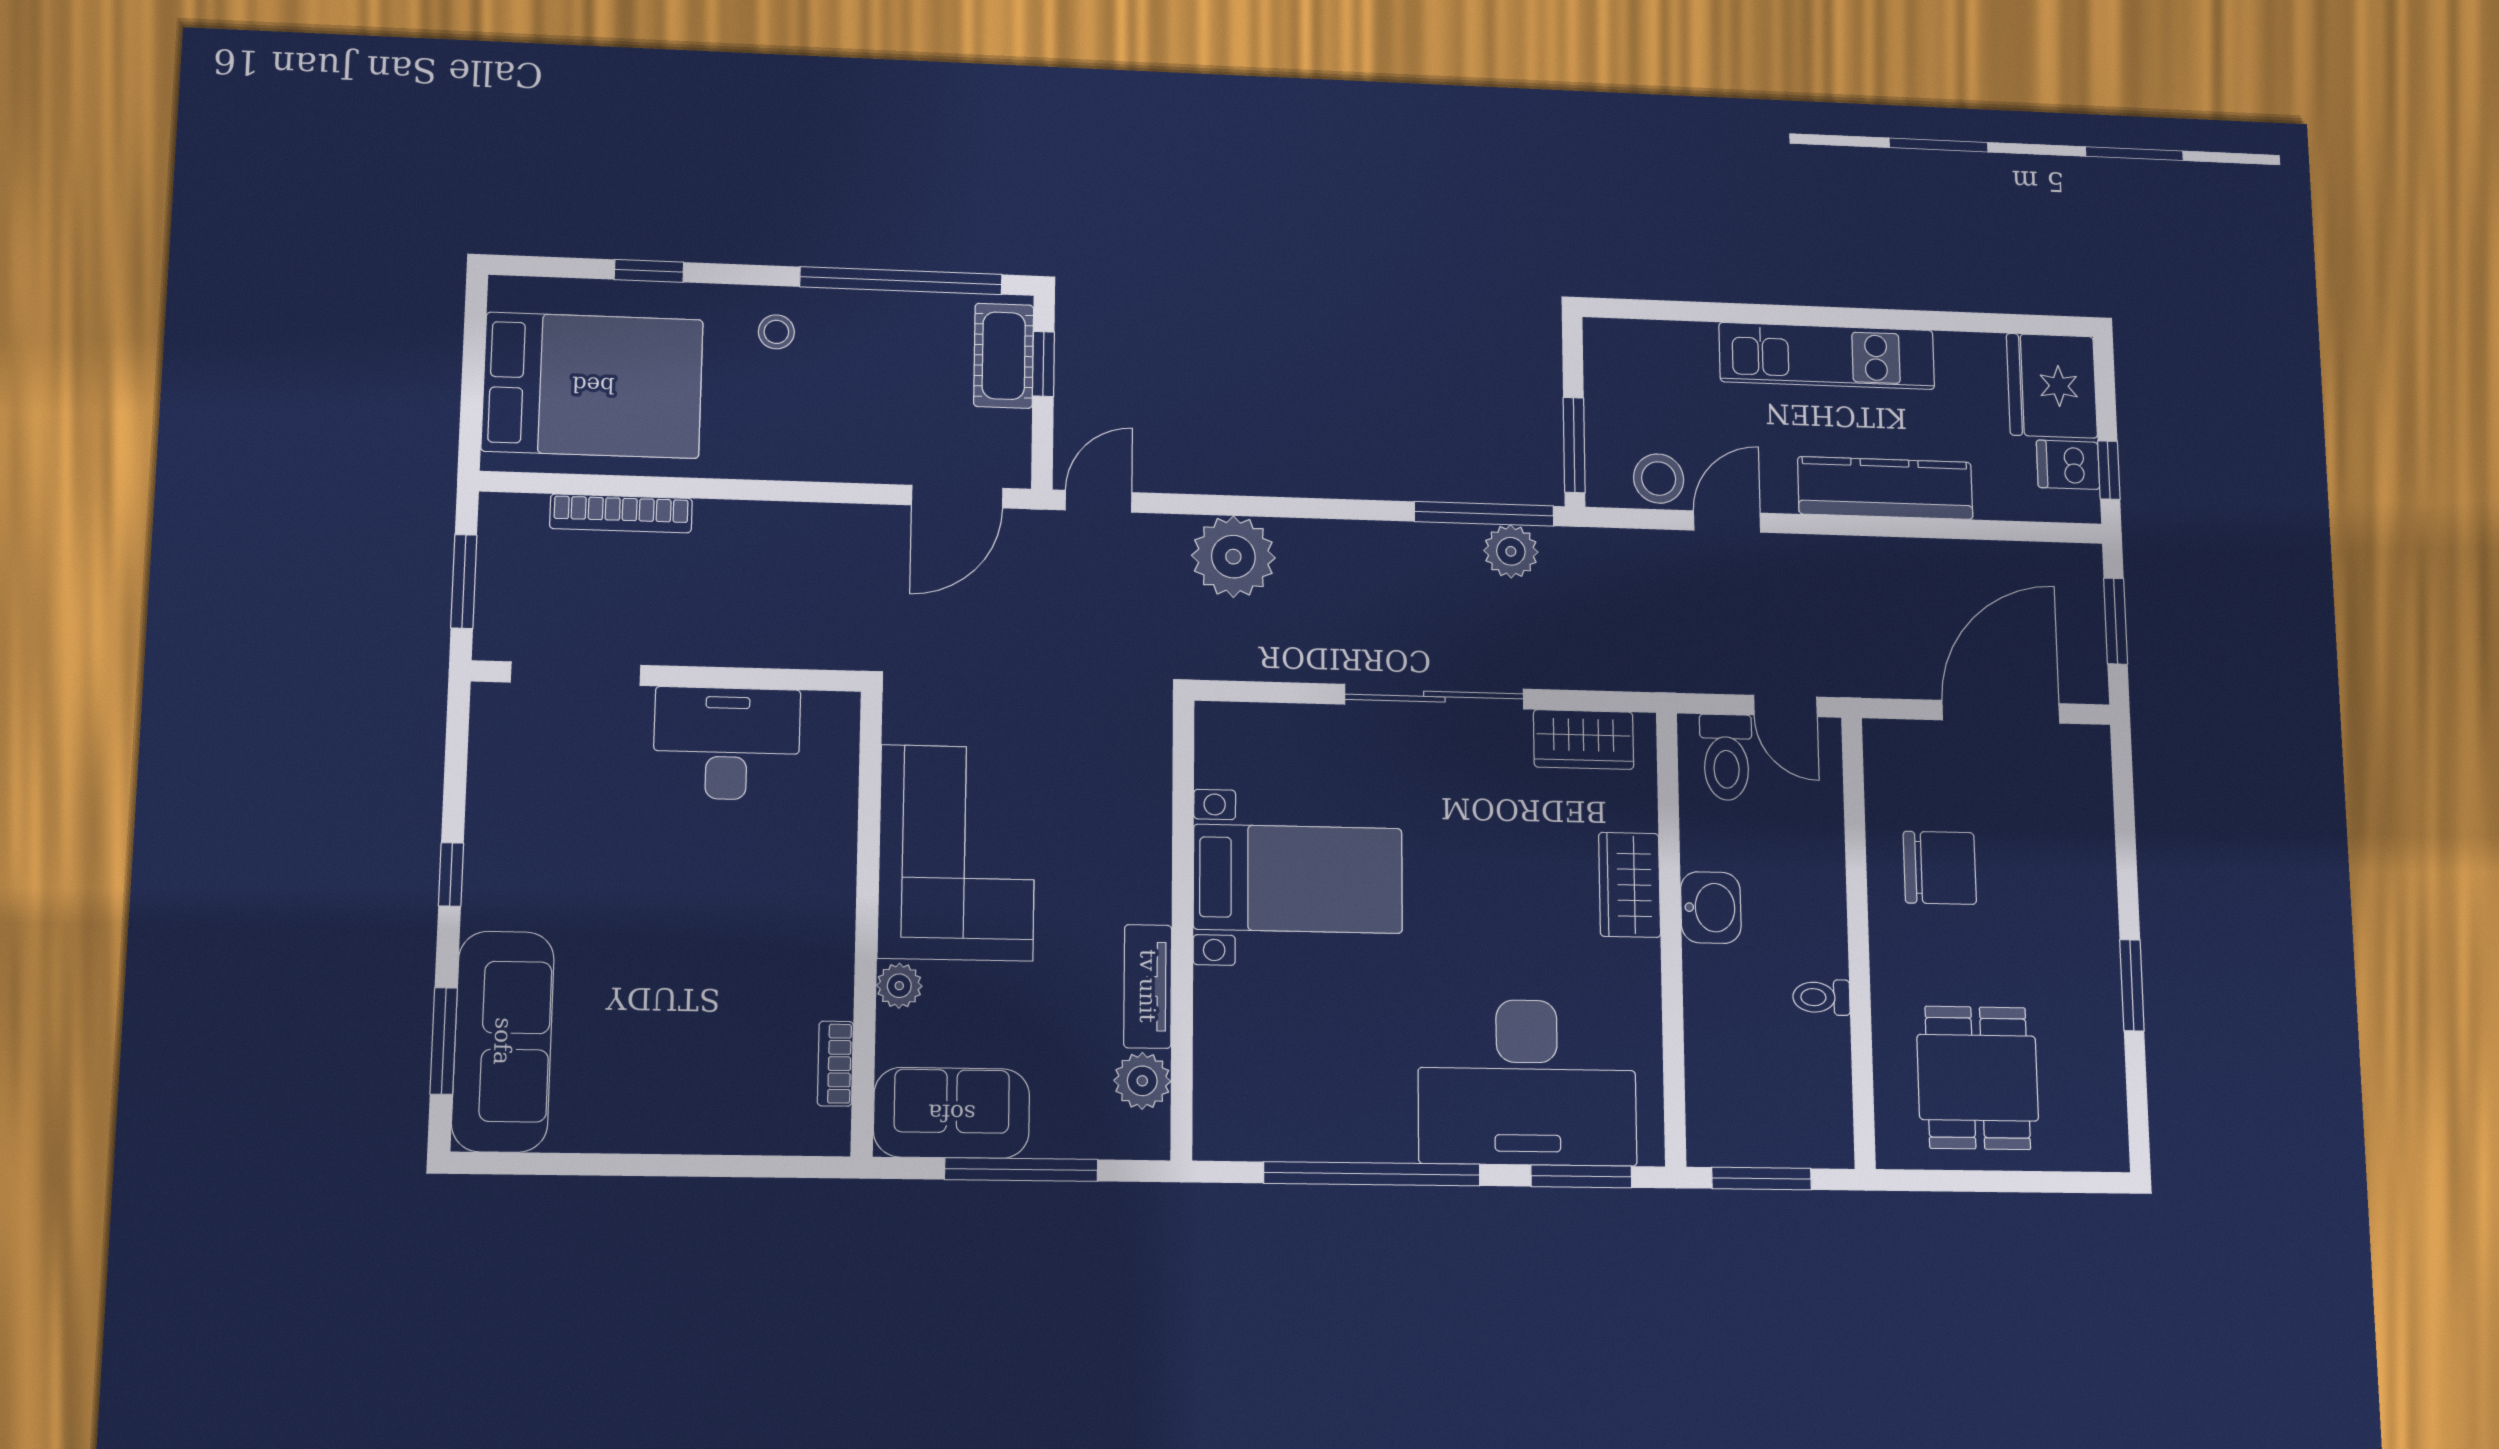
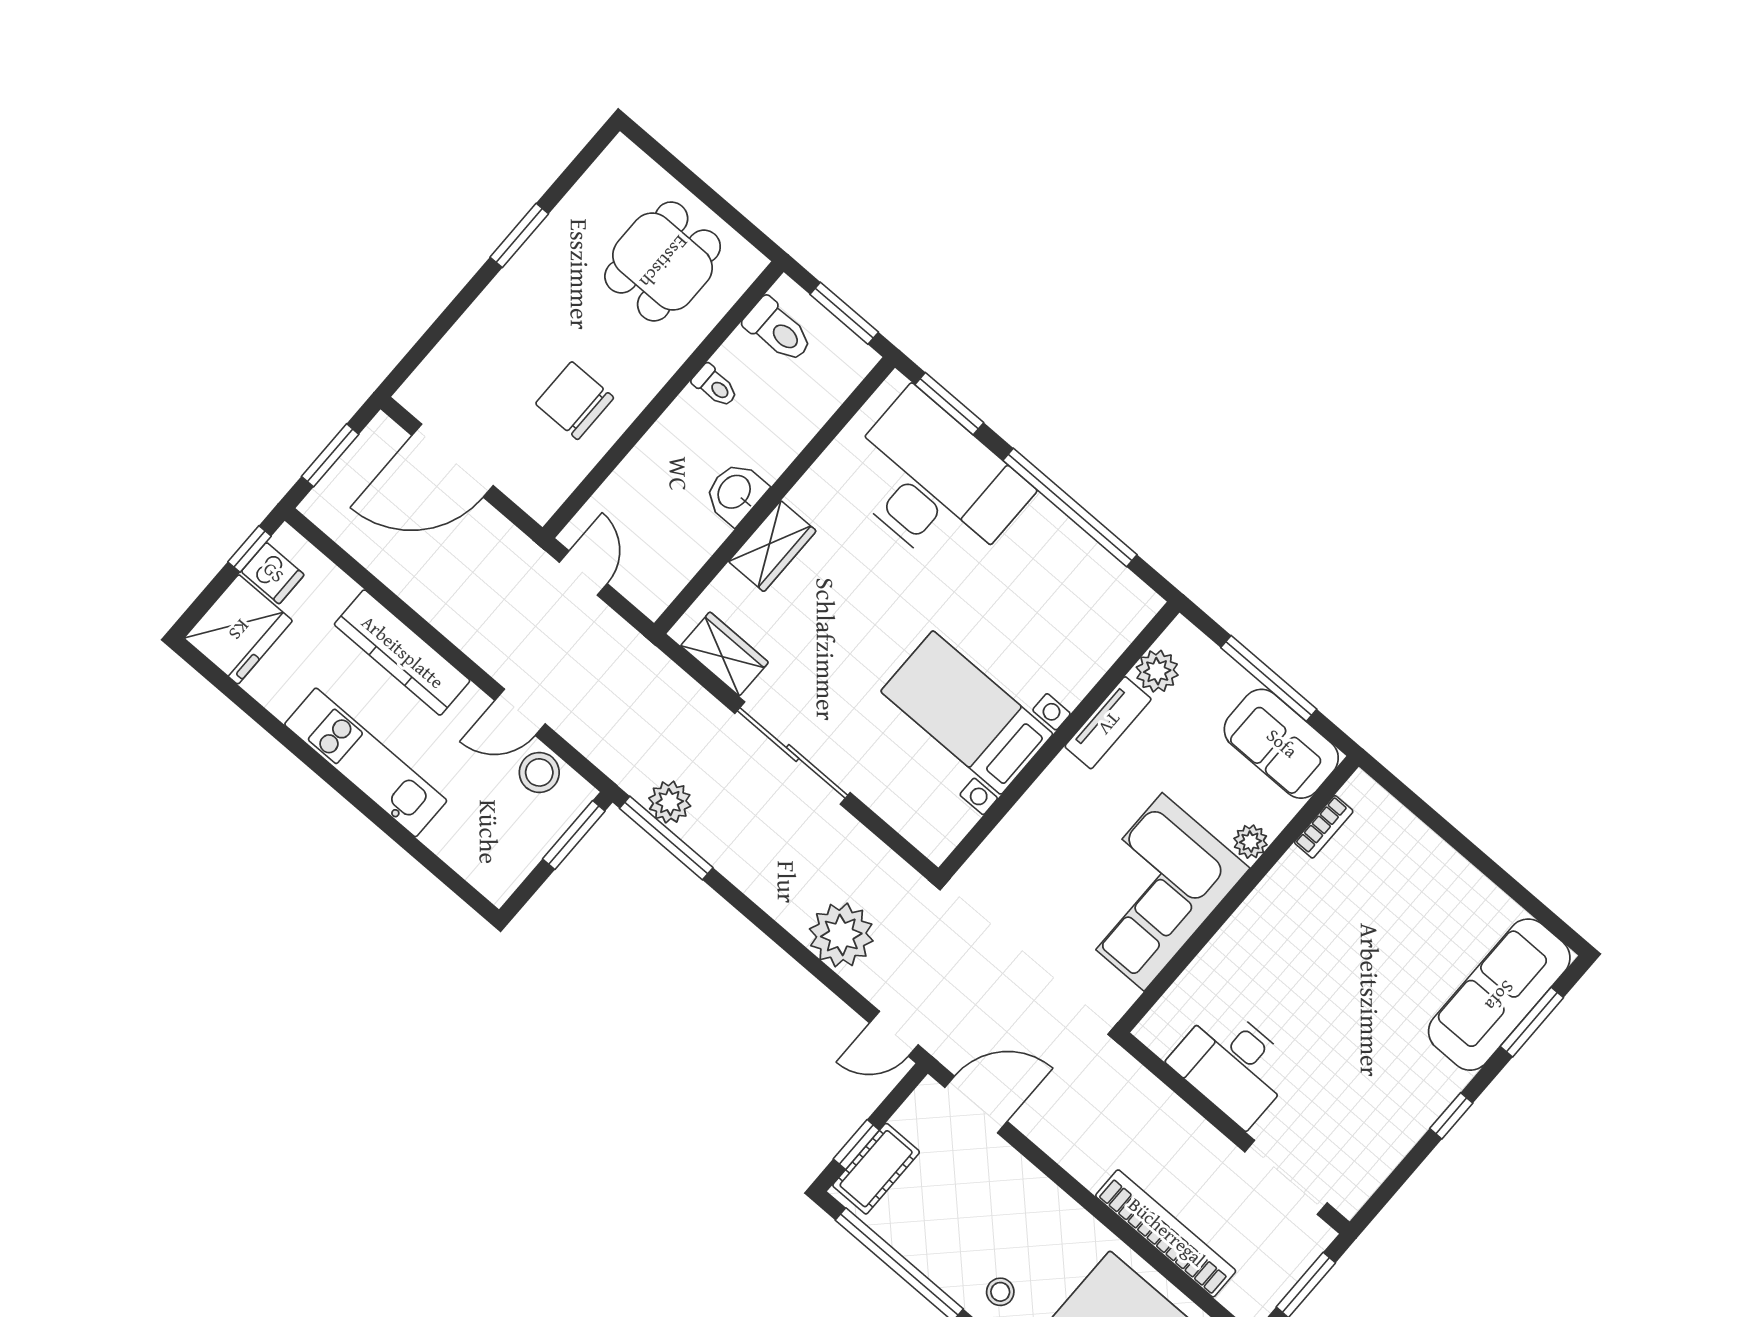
bookcase: (621, 513) -> (1166, 1233), width x1.48, depth x1.31
toilet: (1726, 757) -> (778, 330), moved, turned 90

